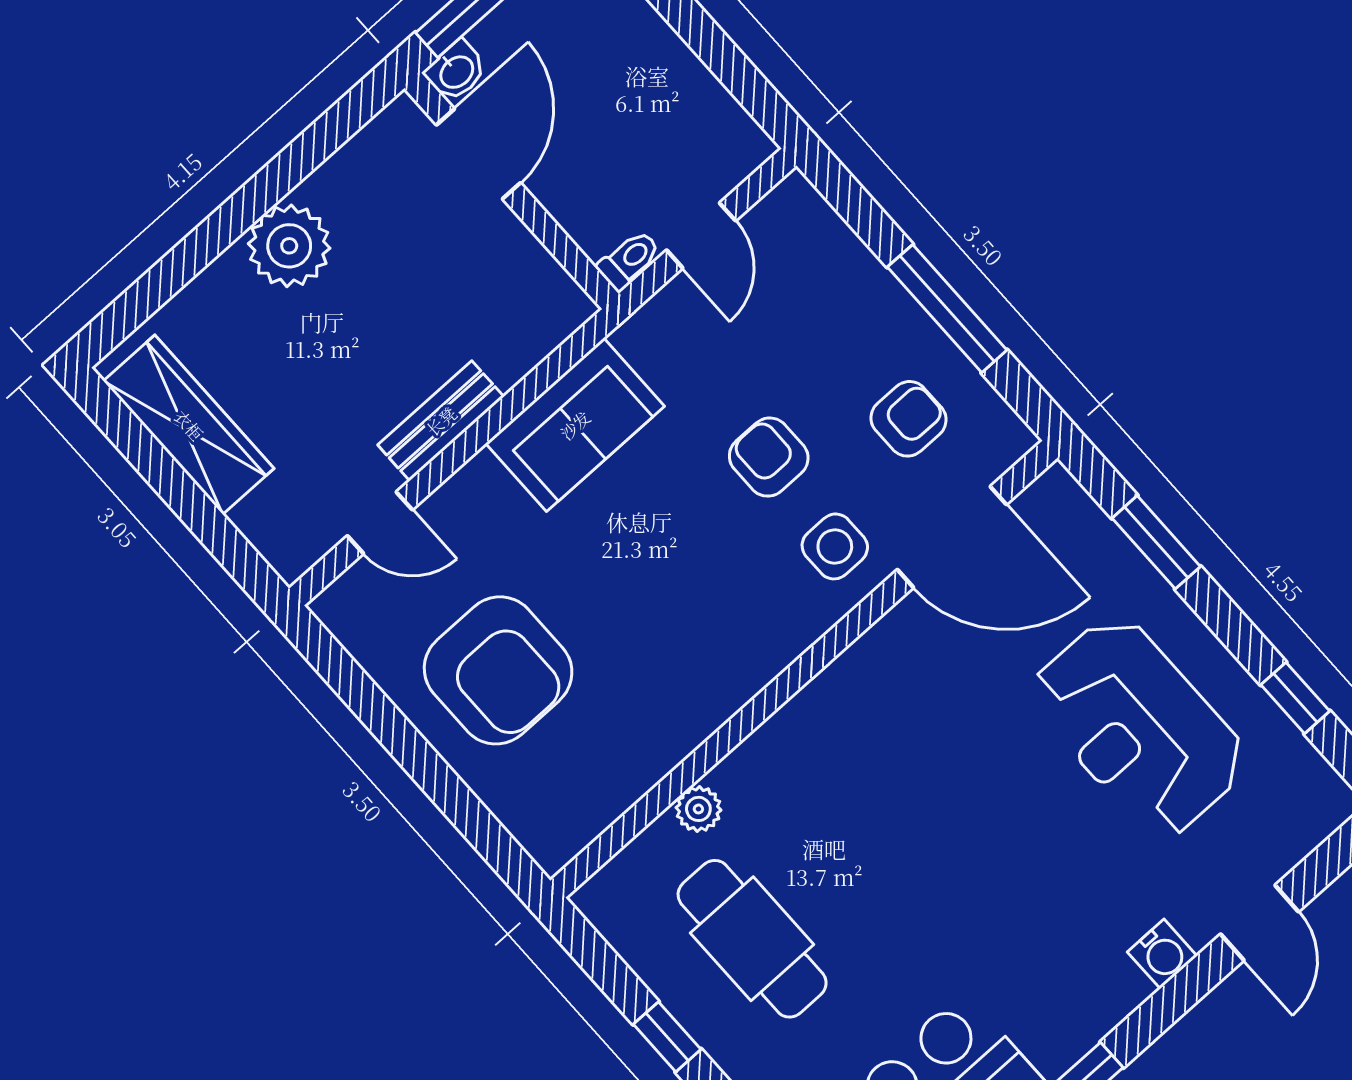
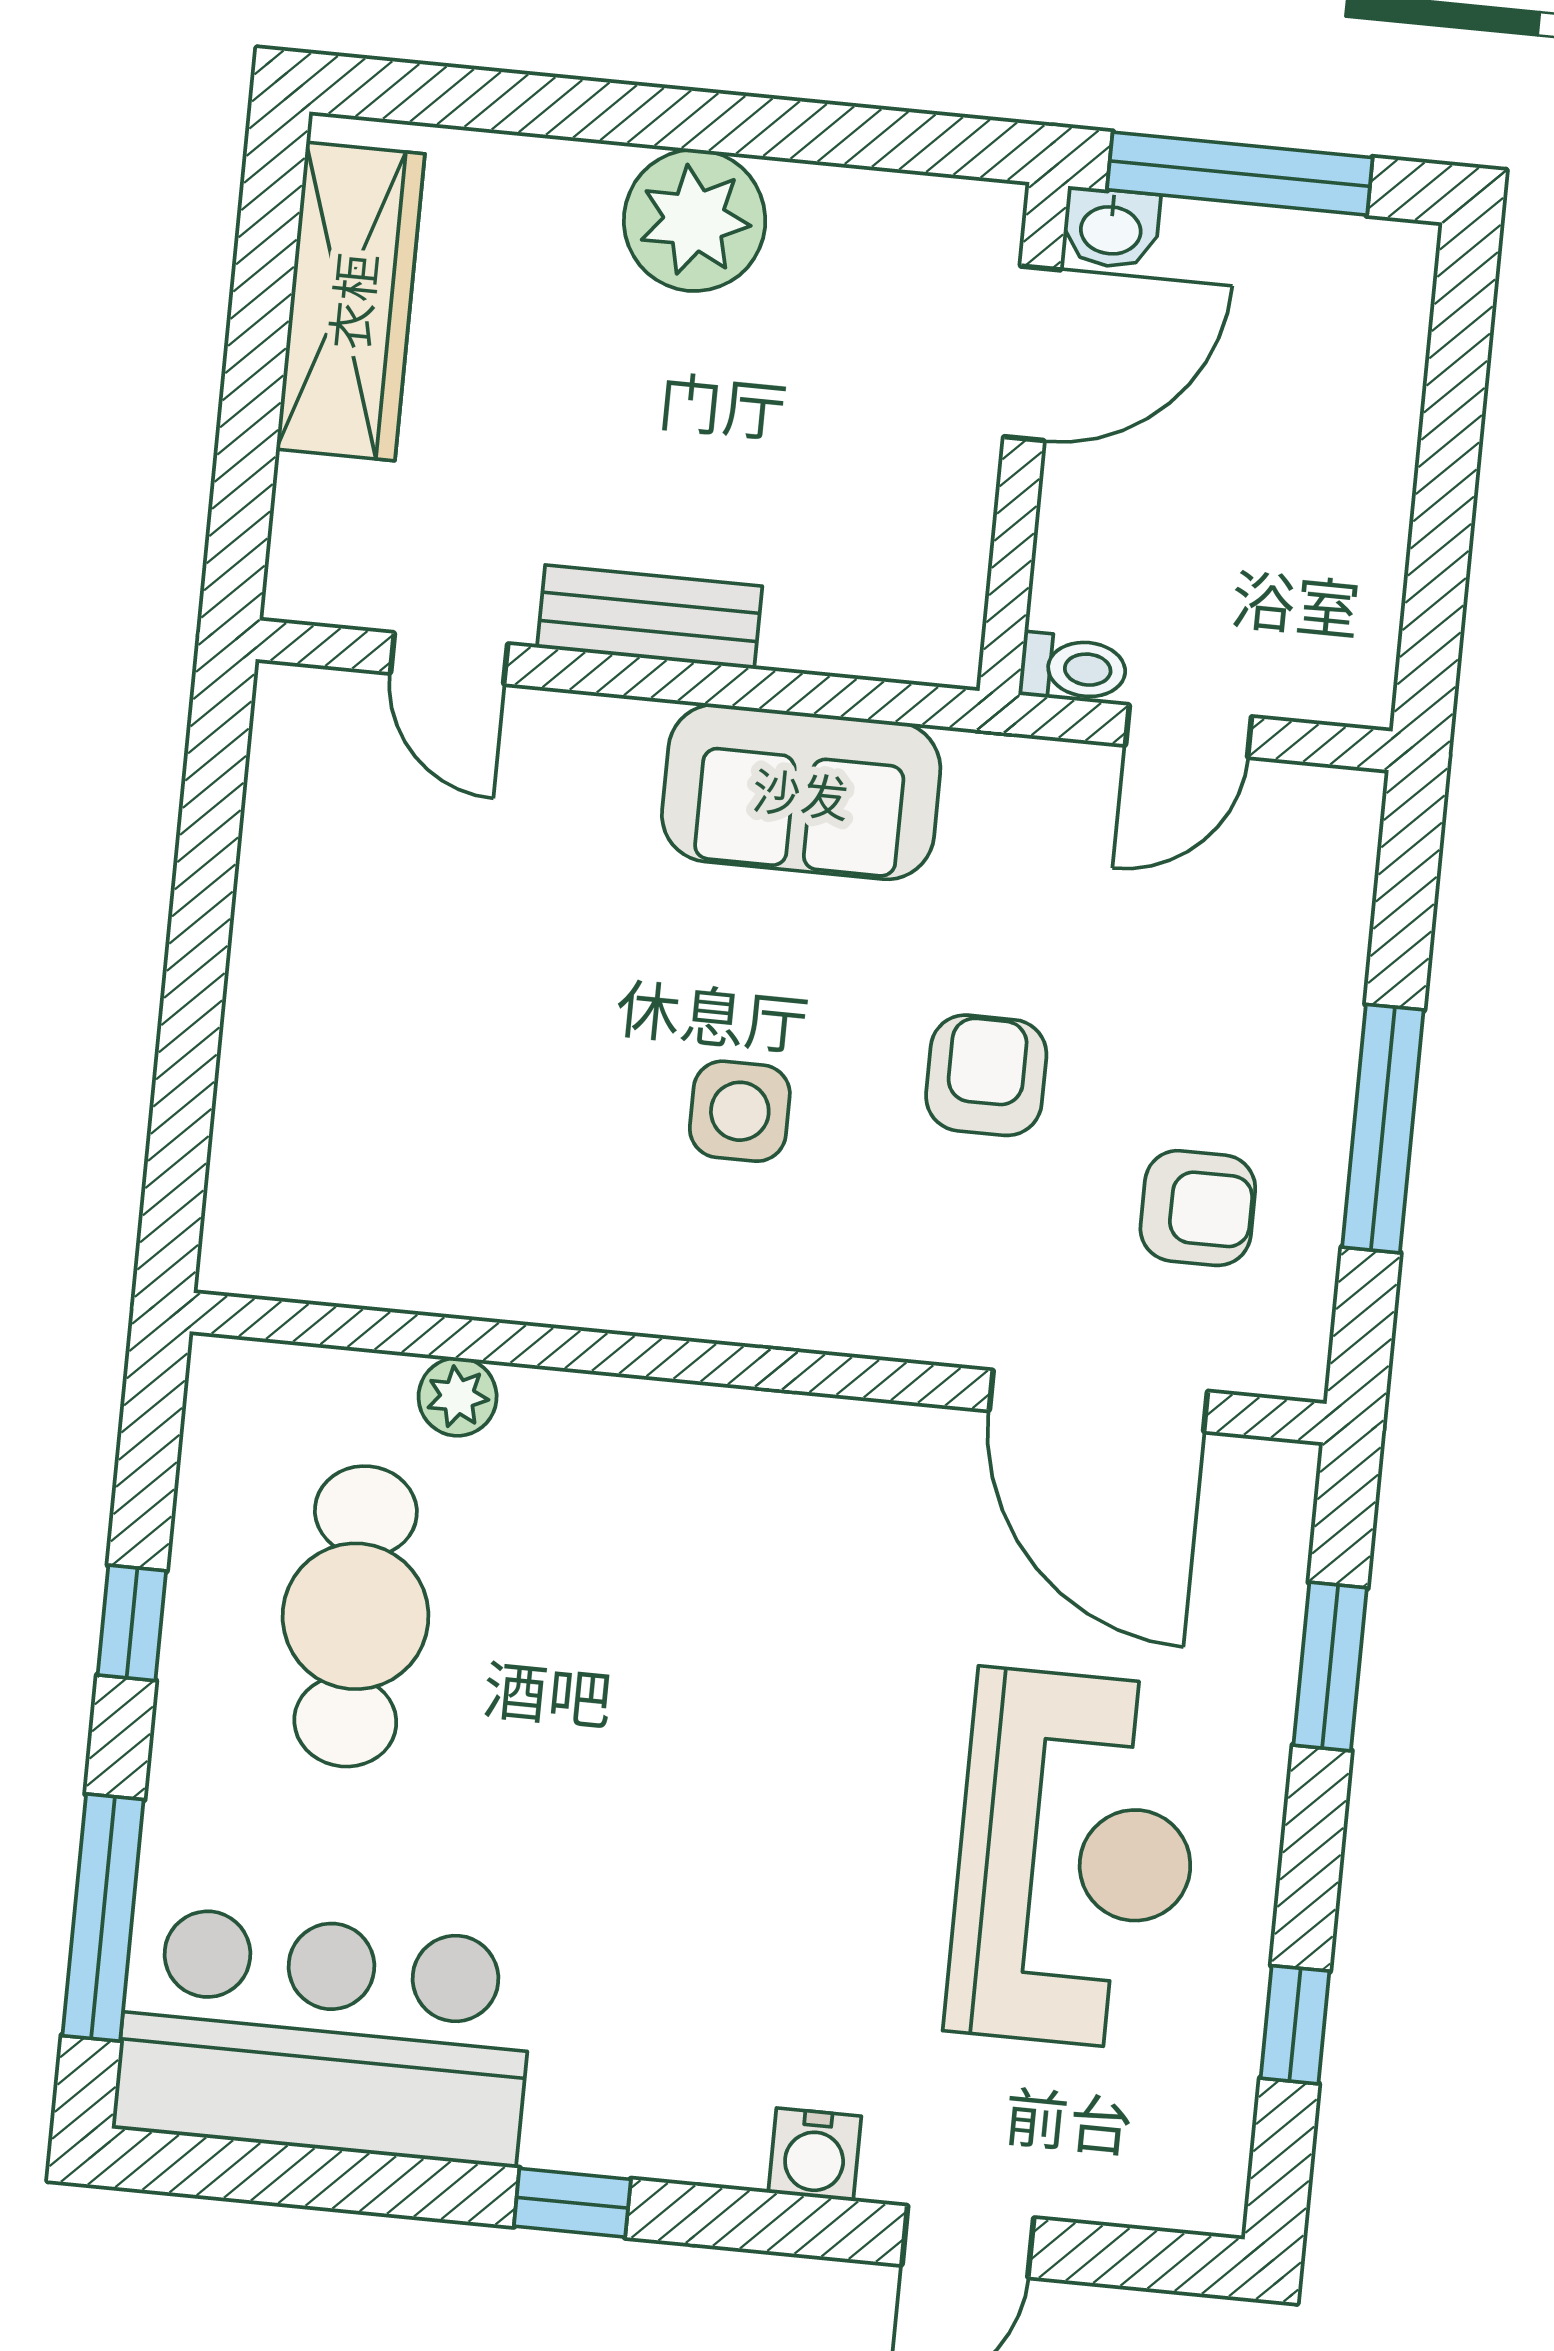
side table: (835, 546) -> (740, 1111), moved
armchair: (498, 670) -> (400, 981), removed
reception desk: (1139, 727) -> (1075, 1859), turned 180

